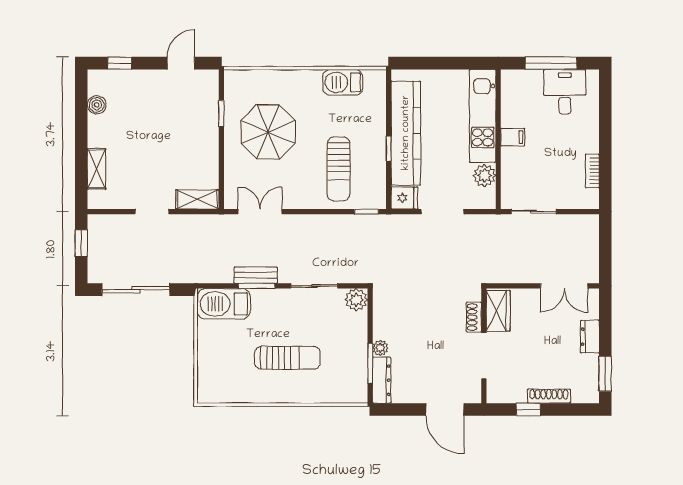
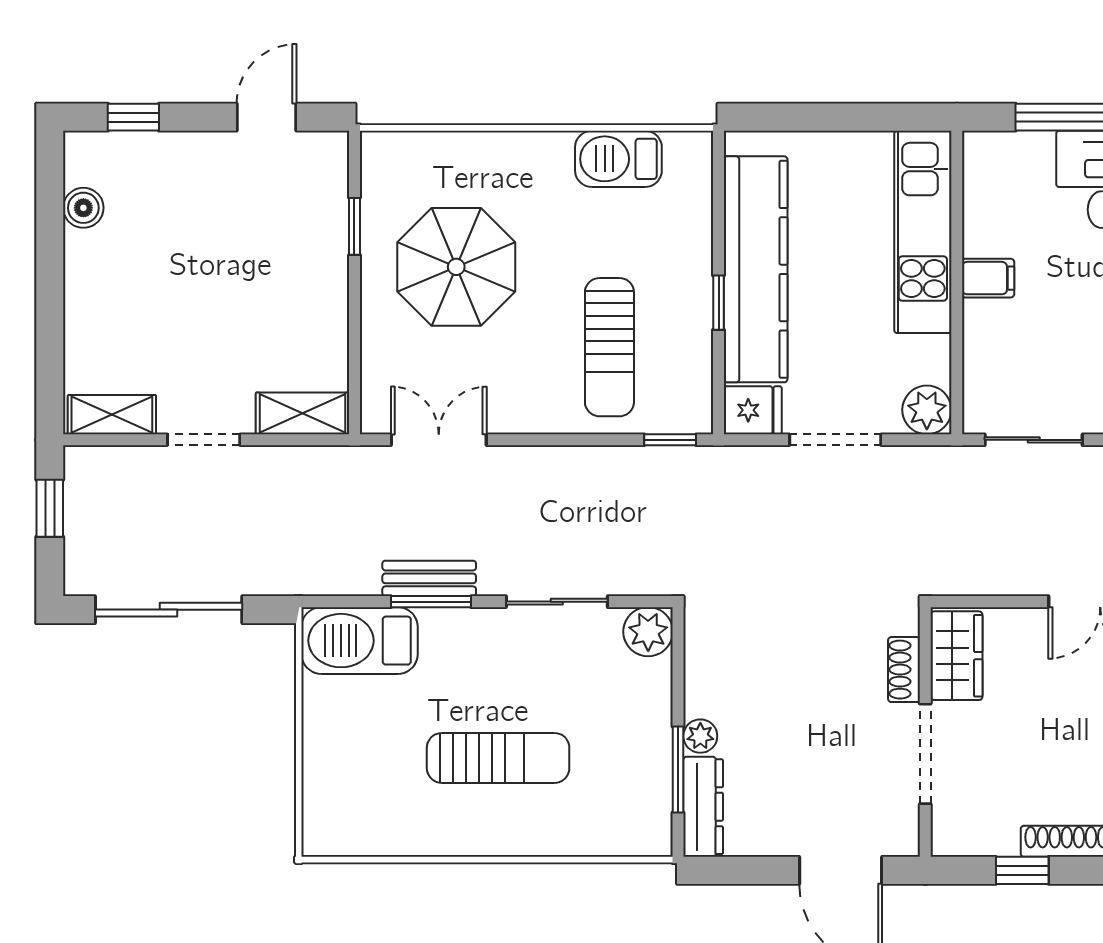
shelving: (97, 169) -> (112, 415), moved, turned 90
plant: (484, 175) -> (927, 410), moved

